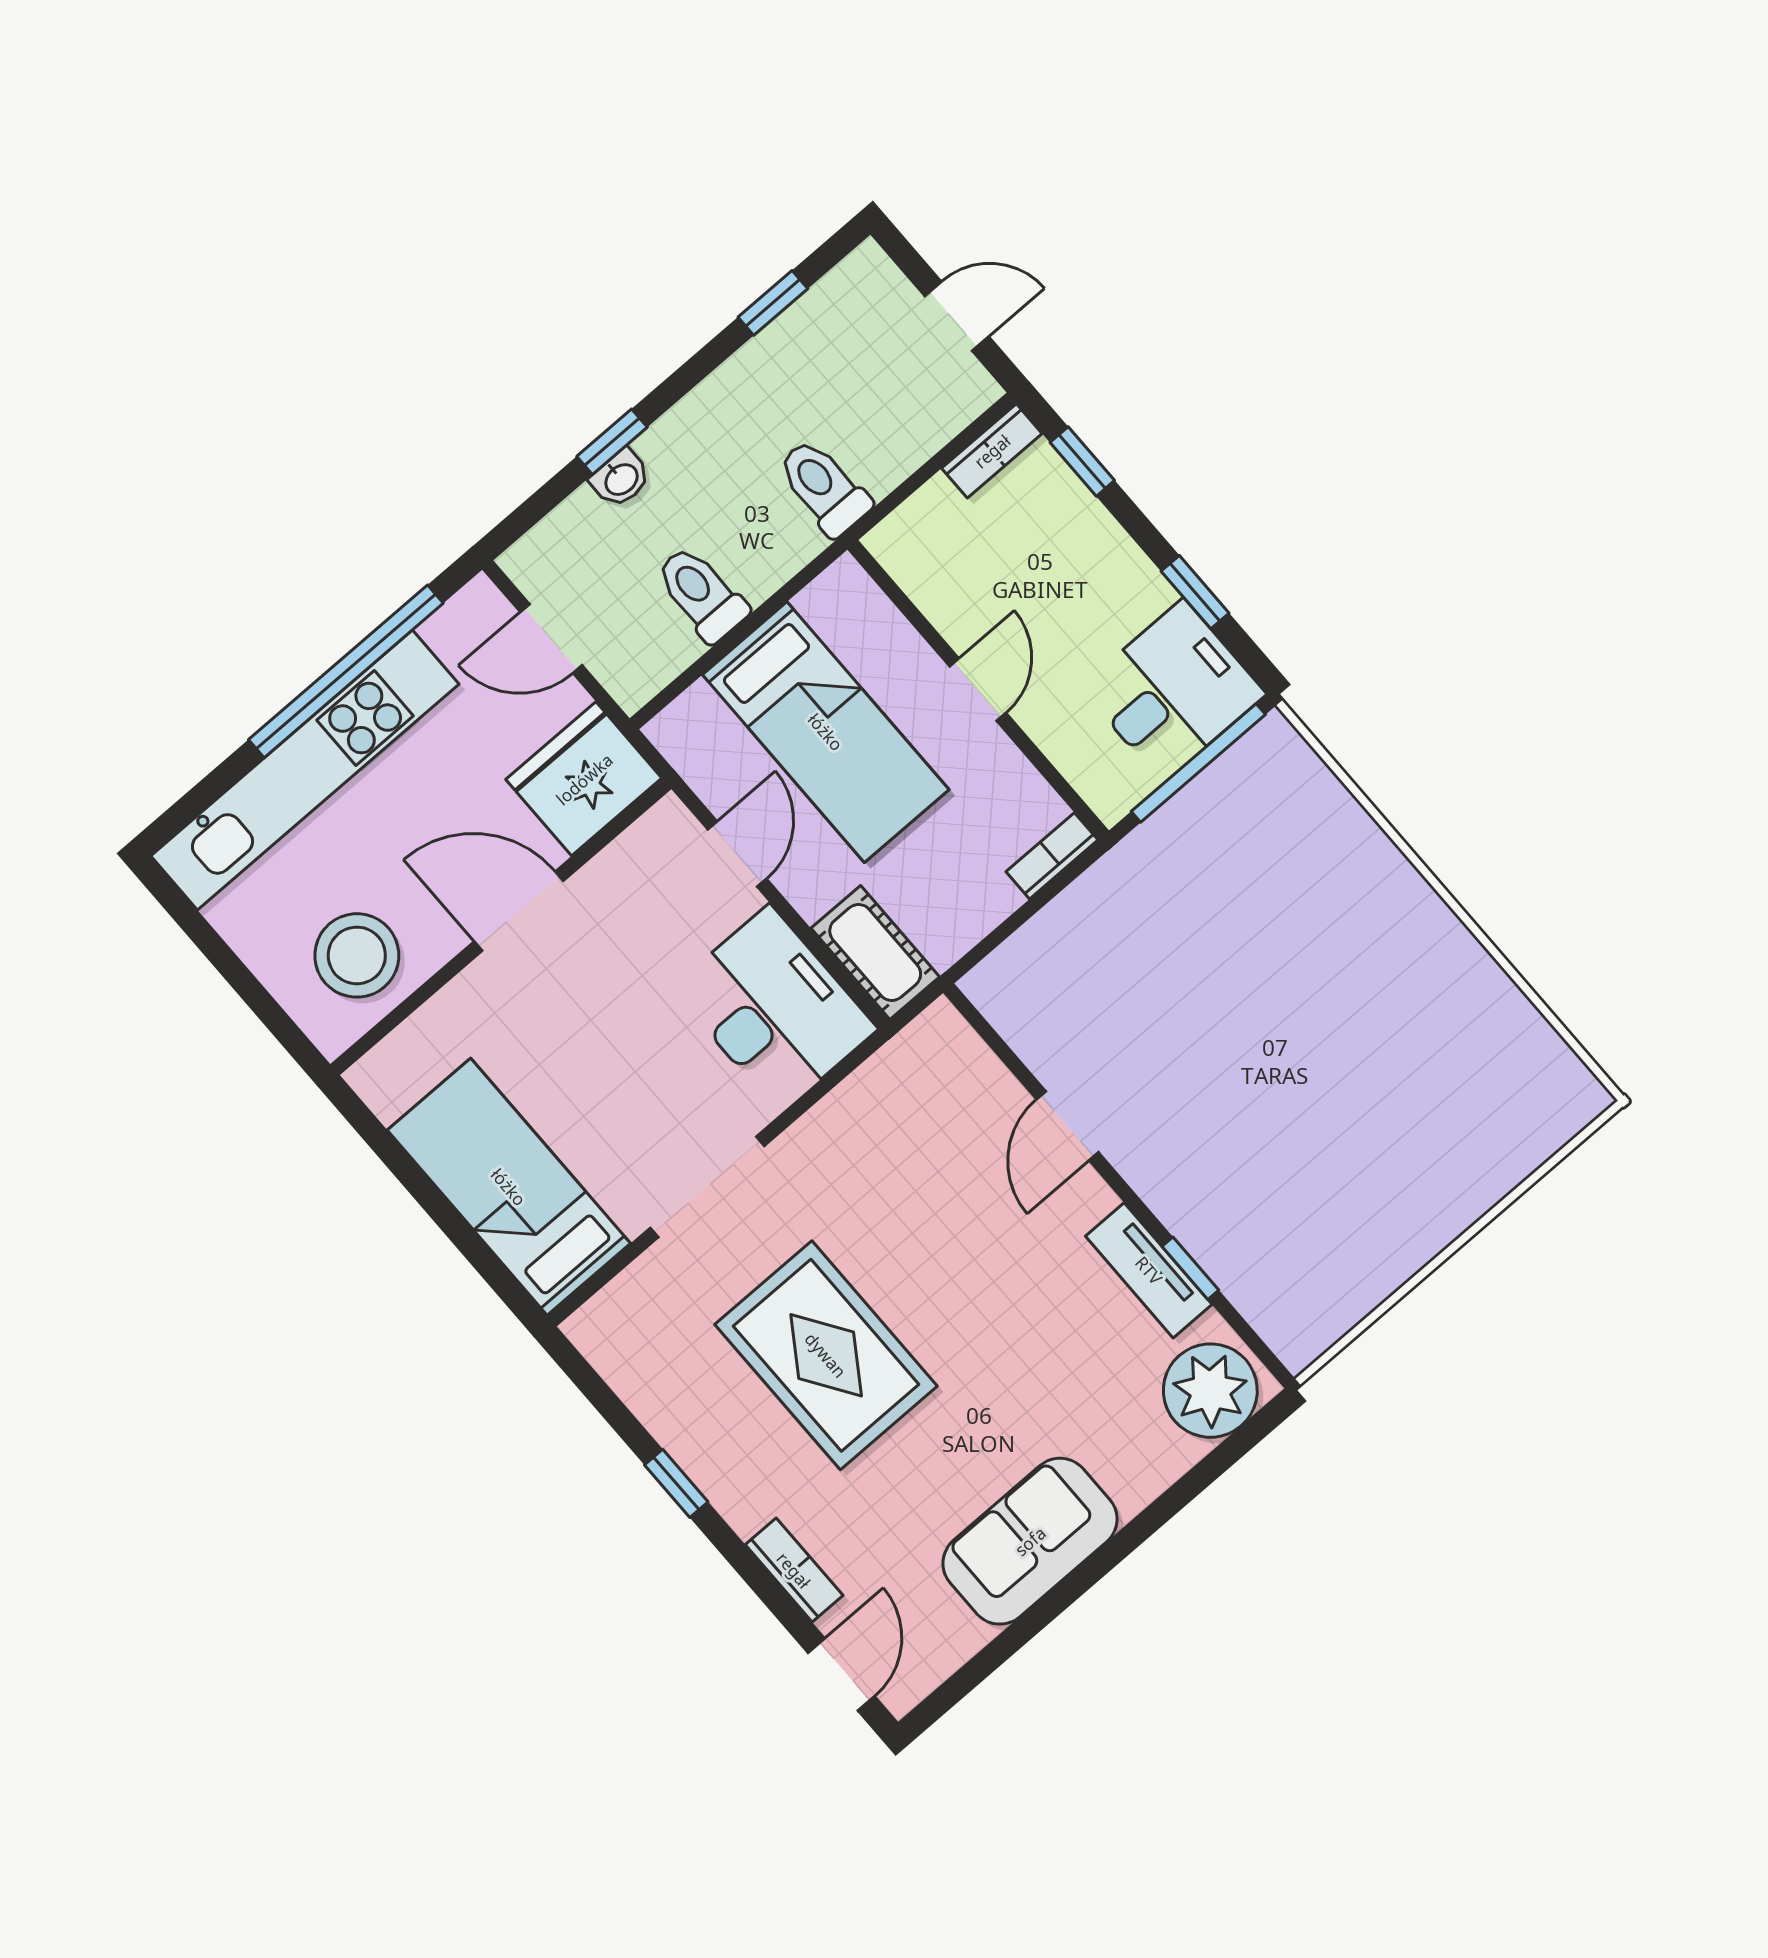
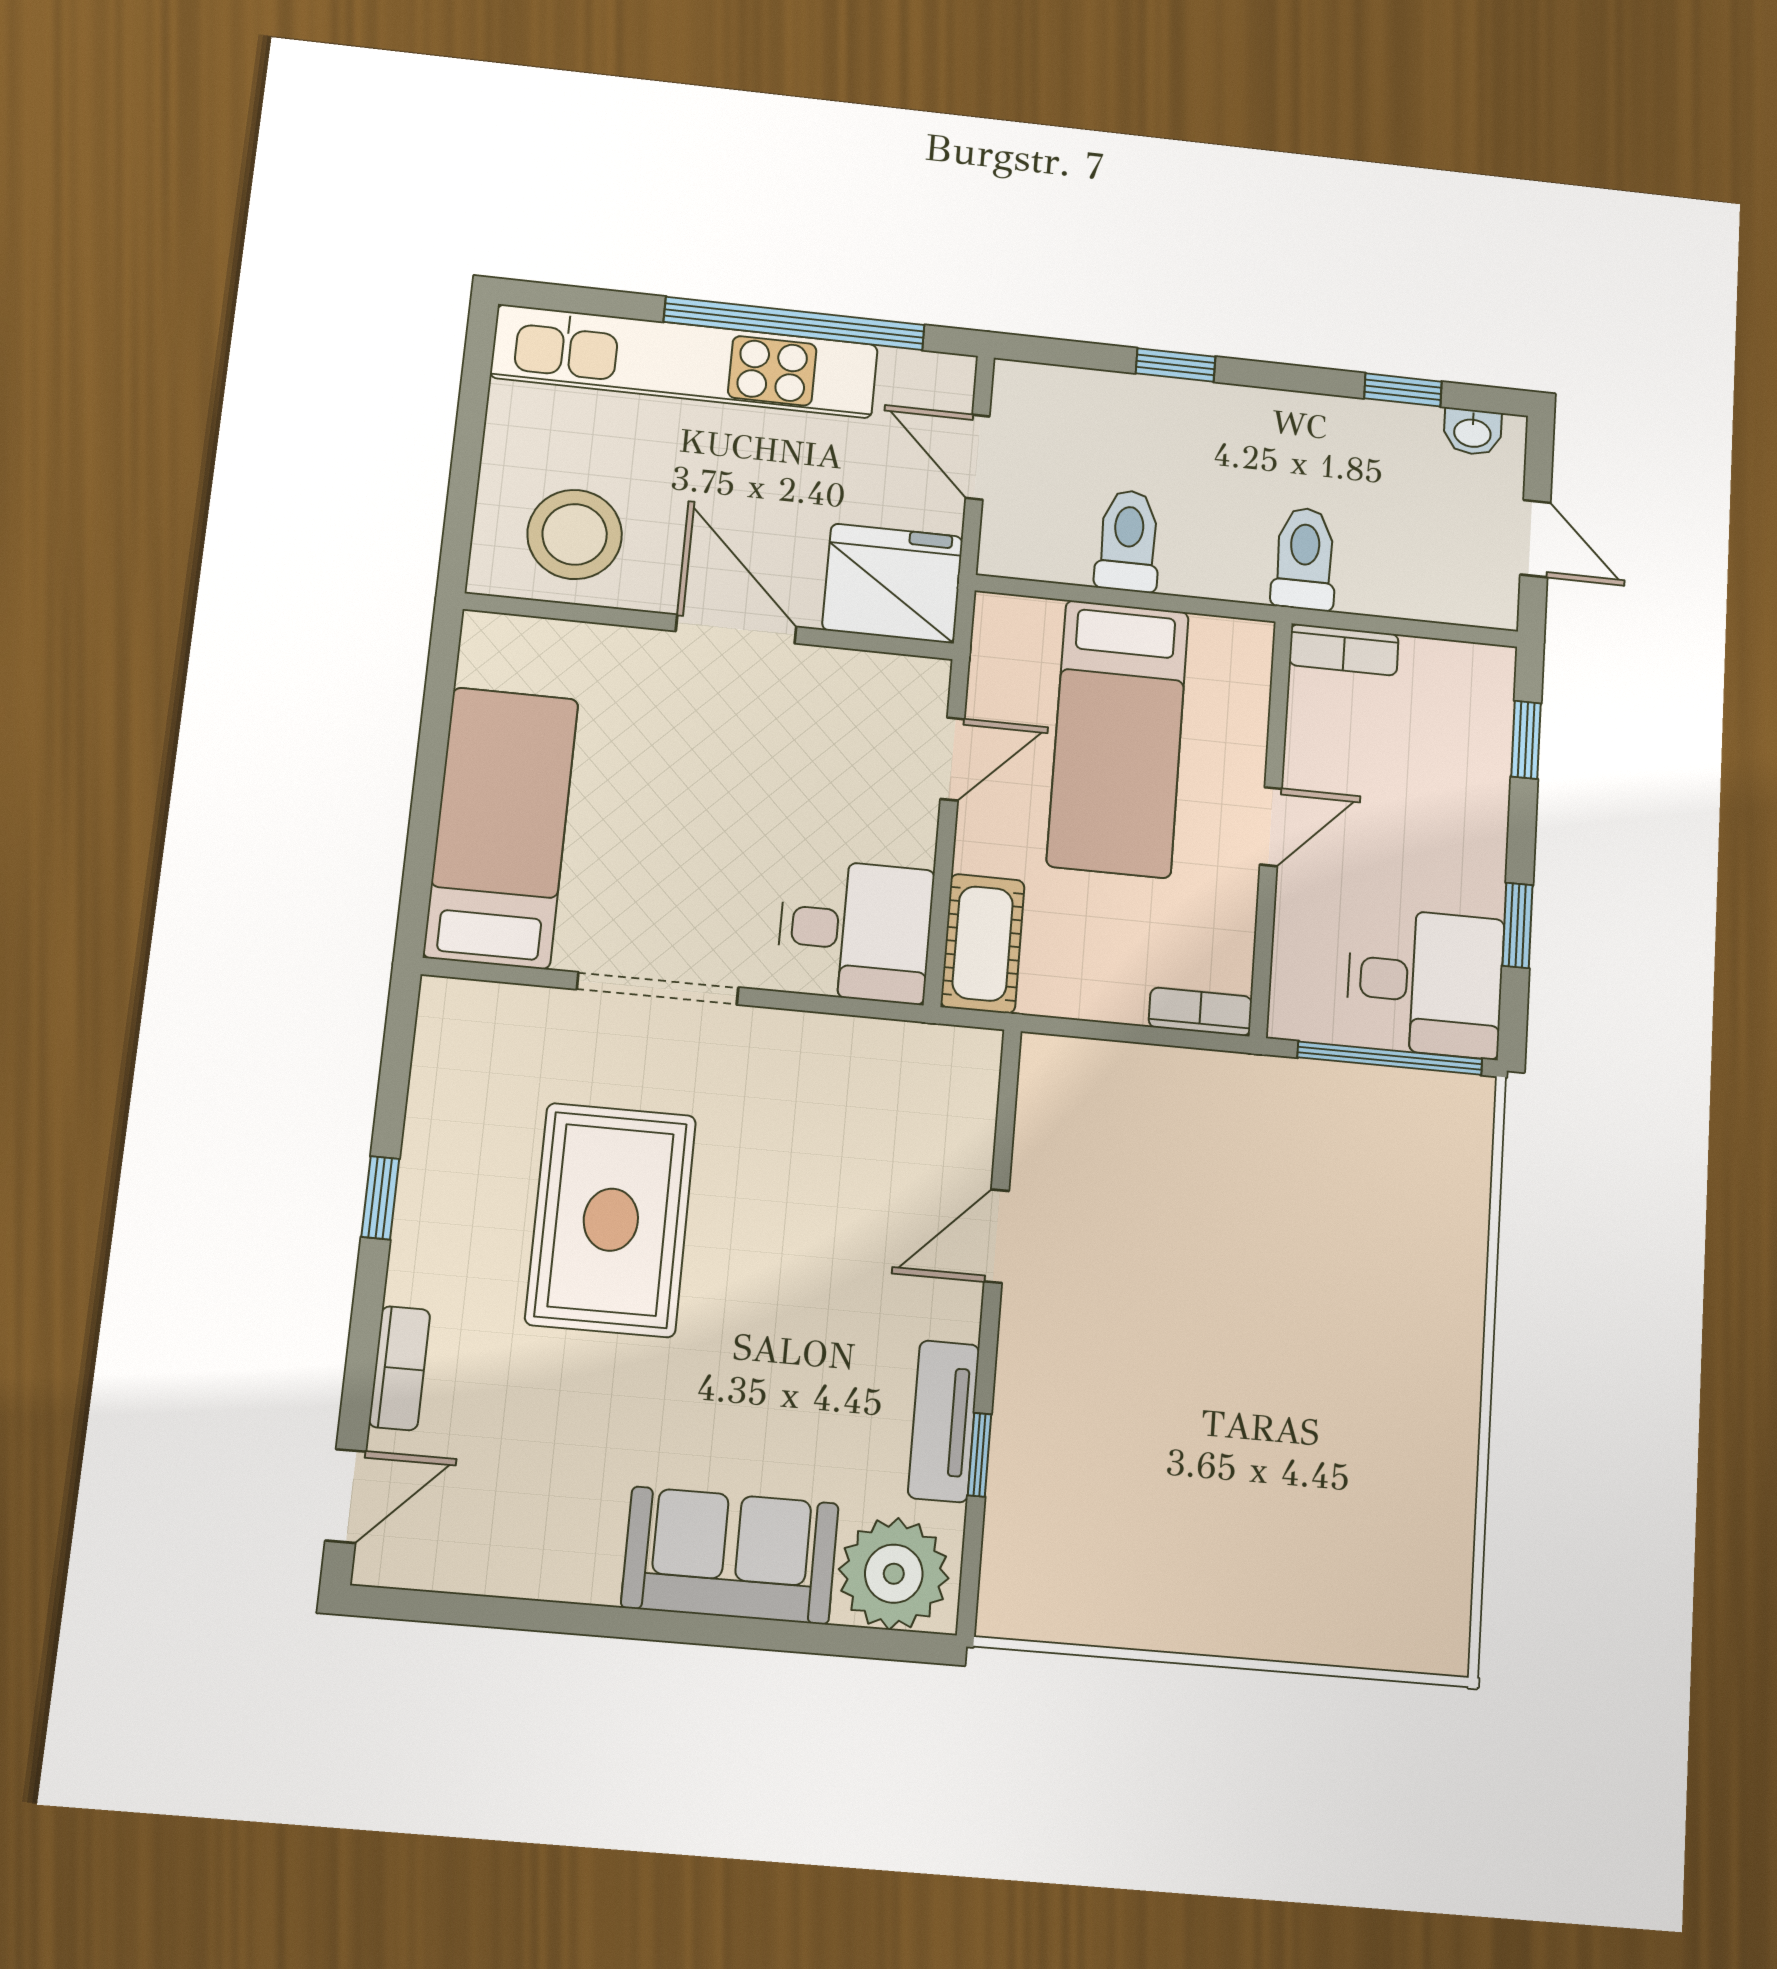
bookcase: (992, 451) -> (1344, 650), moved
washbasin: (621, 479) -> (1472, 432), moved
desk: (774, 1009) -> (855, 931), width x0.73
sofa: (1030, 1541) -> (730, 1555), moved

